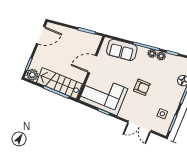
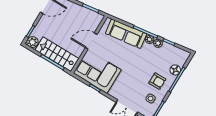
sofa: (122, 50) -> (126, 34), width x1.36
armchair: (142, 87) -> (157, 81), moved

